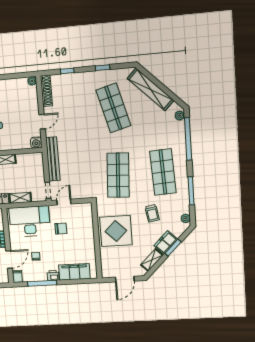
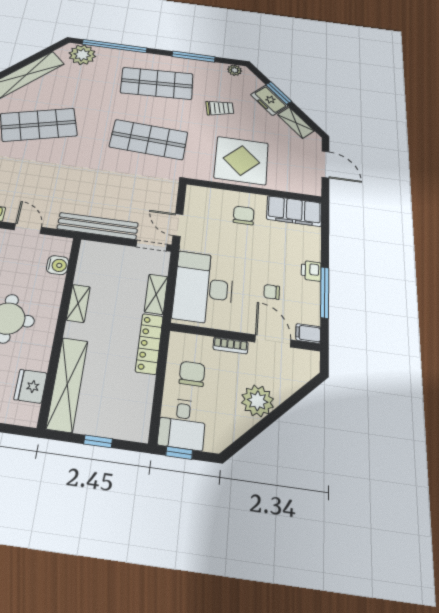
plant: (180, 116) -> (82, 55), width x1.88, depth x1.88
water cooler: (36, 143) -> (58, 265), moved
chair: (61, 229) -> (244, 215), moved
filing cabinet: (74, 272) -> (294, 211), moved, turned -90

